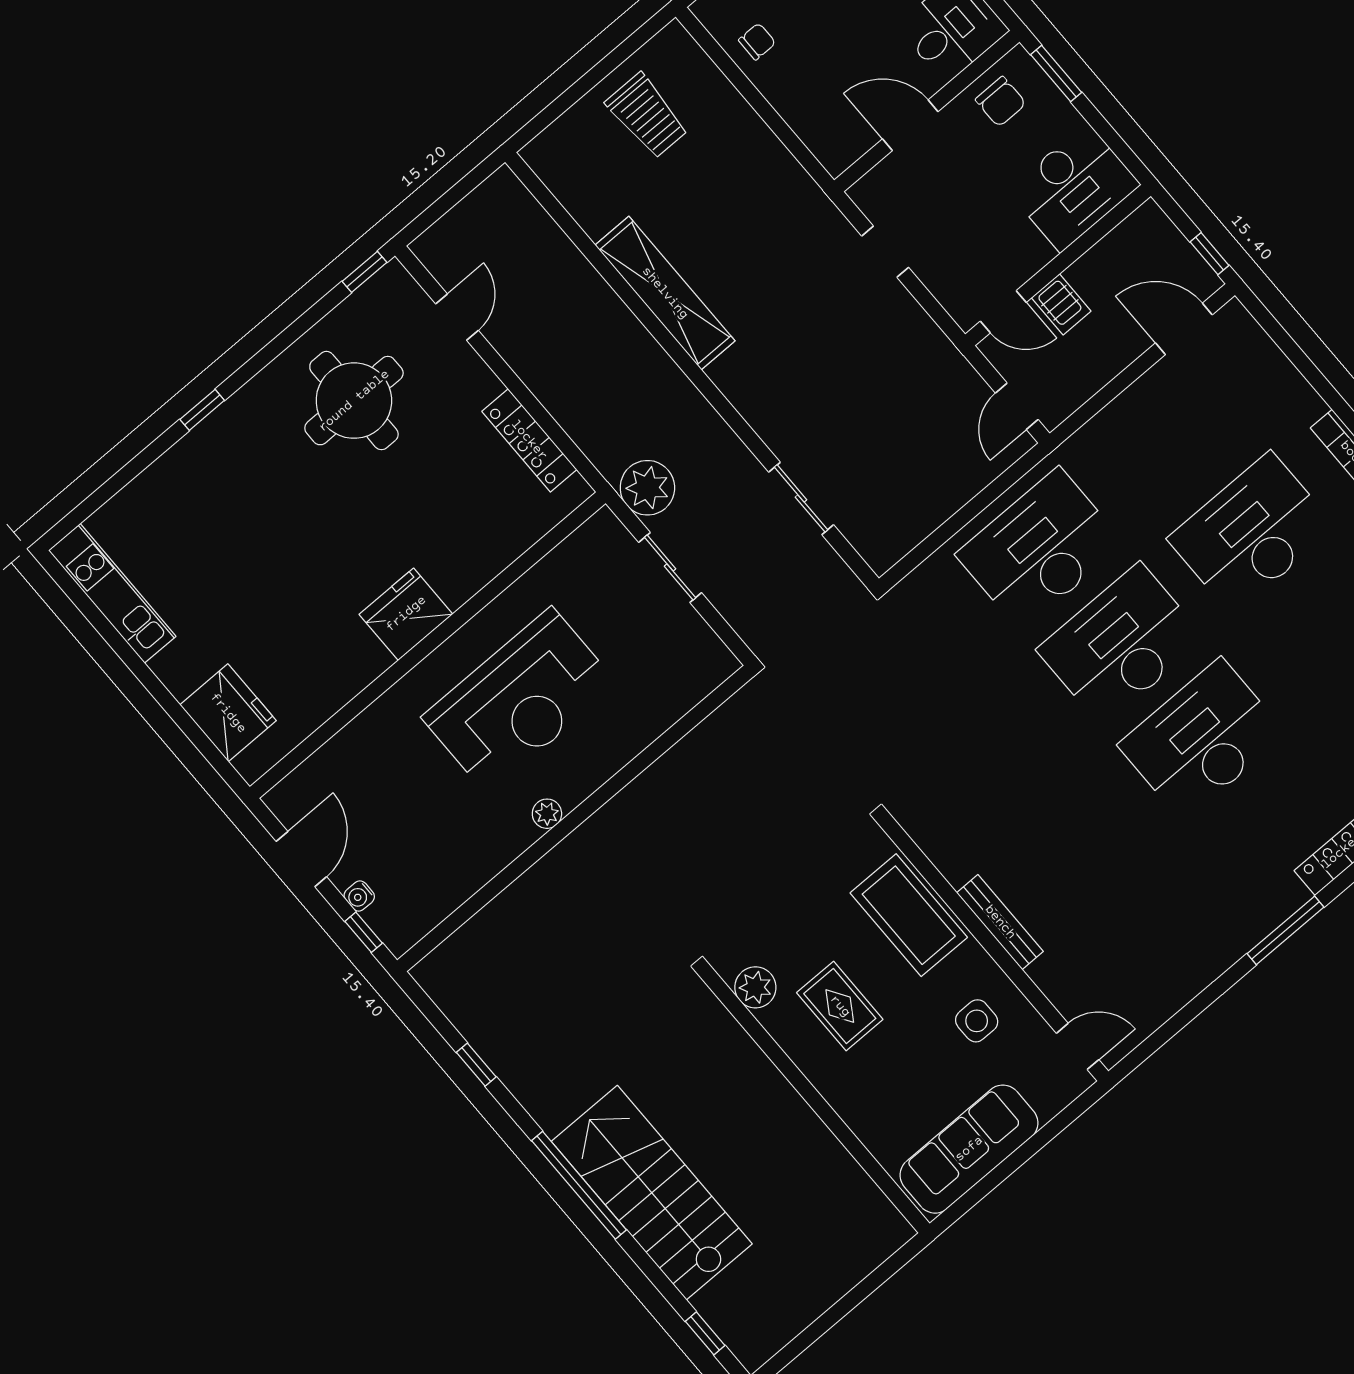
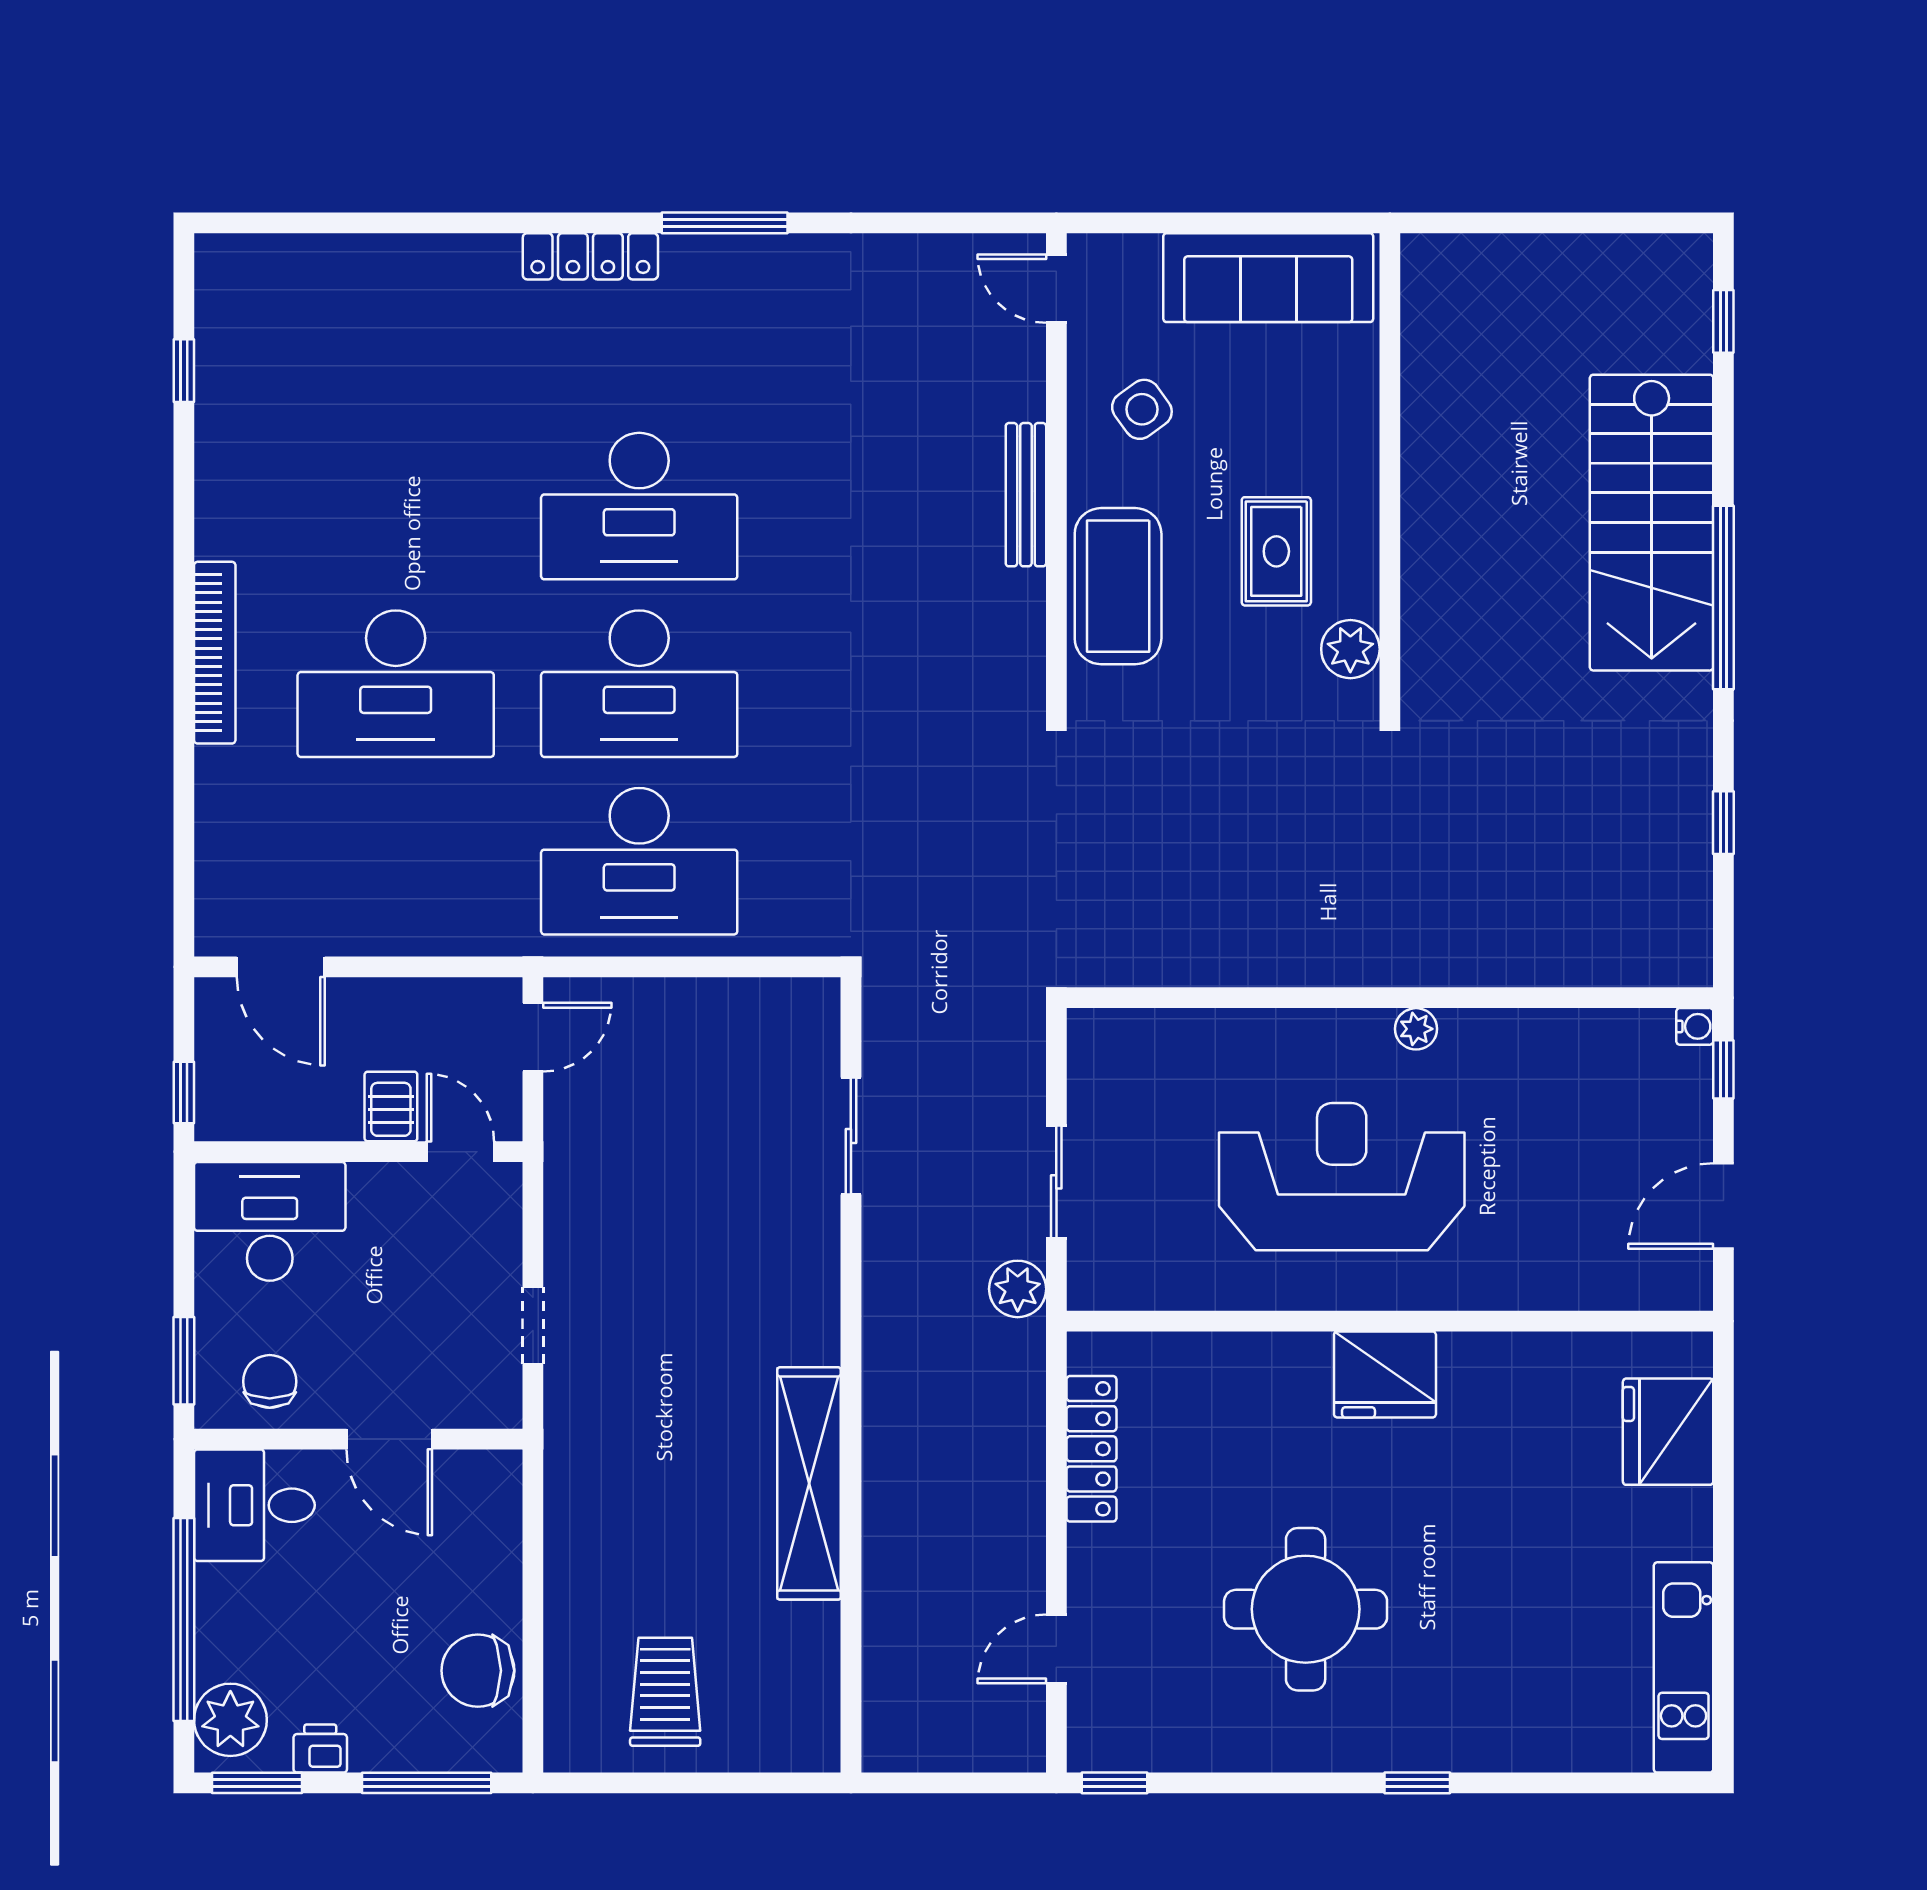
chair: (757, 42) -> (478, 1671), width x1.87, depth x1.87
window: (1209, 254) -> (184, 1093), moved
round table: (354, 401) -> (1306, 1609), moved
plant: (647, 488) -> (1018, 1289), width x0.73, depth x0.73
water cooler: (359, 896) -> (1695, 1026), moved
side table: (977, 1021) -> (1142, 409), turned -36

